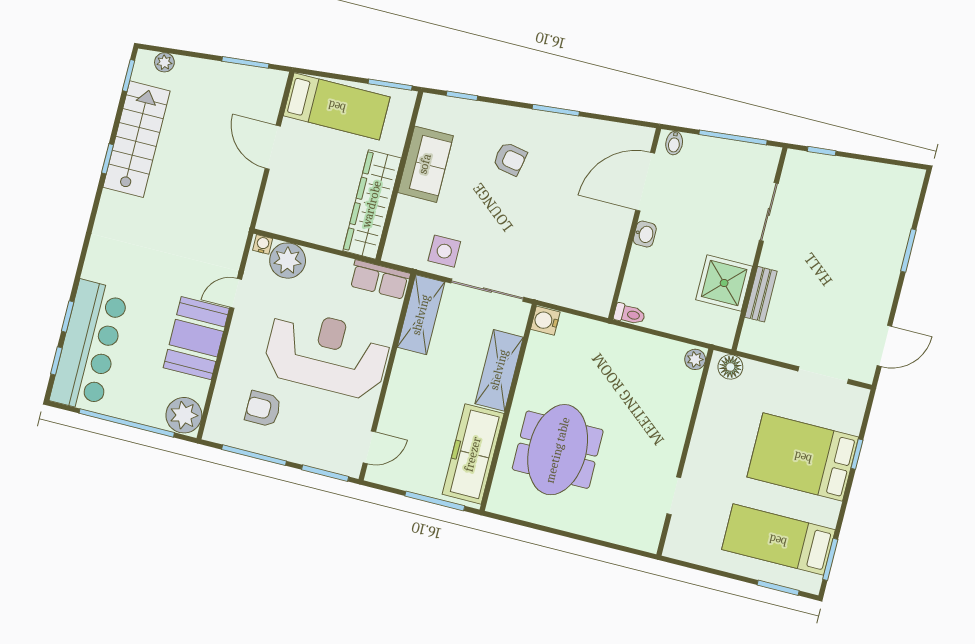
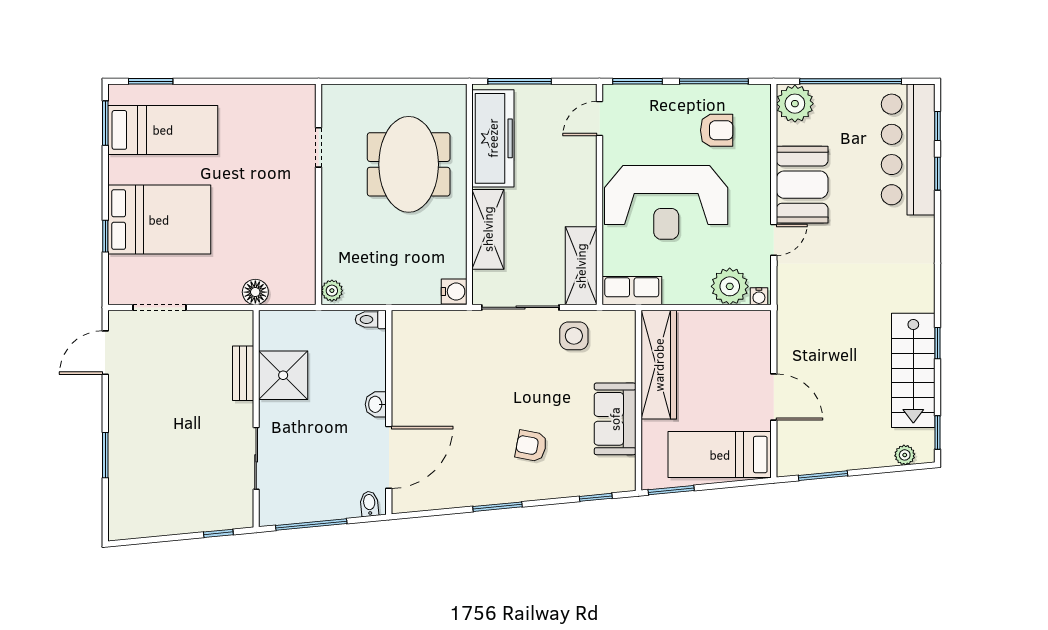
plant: (695, 359) -> (332, 291), moved
wall: (685, 452) -> (319, 194), moved
doorway: (674, 496) -> (319, 147), moved

